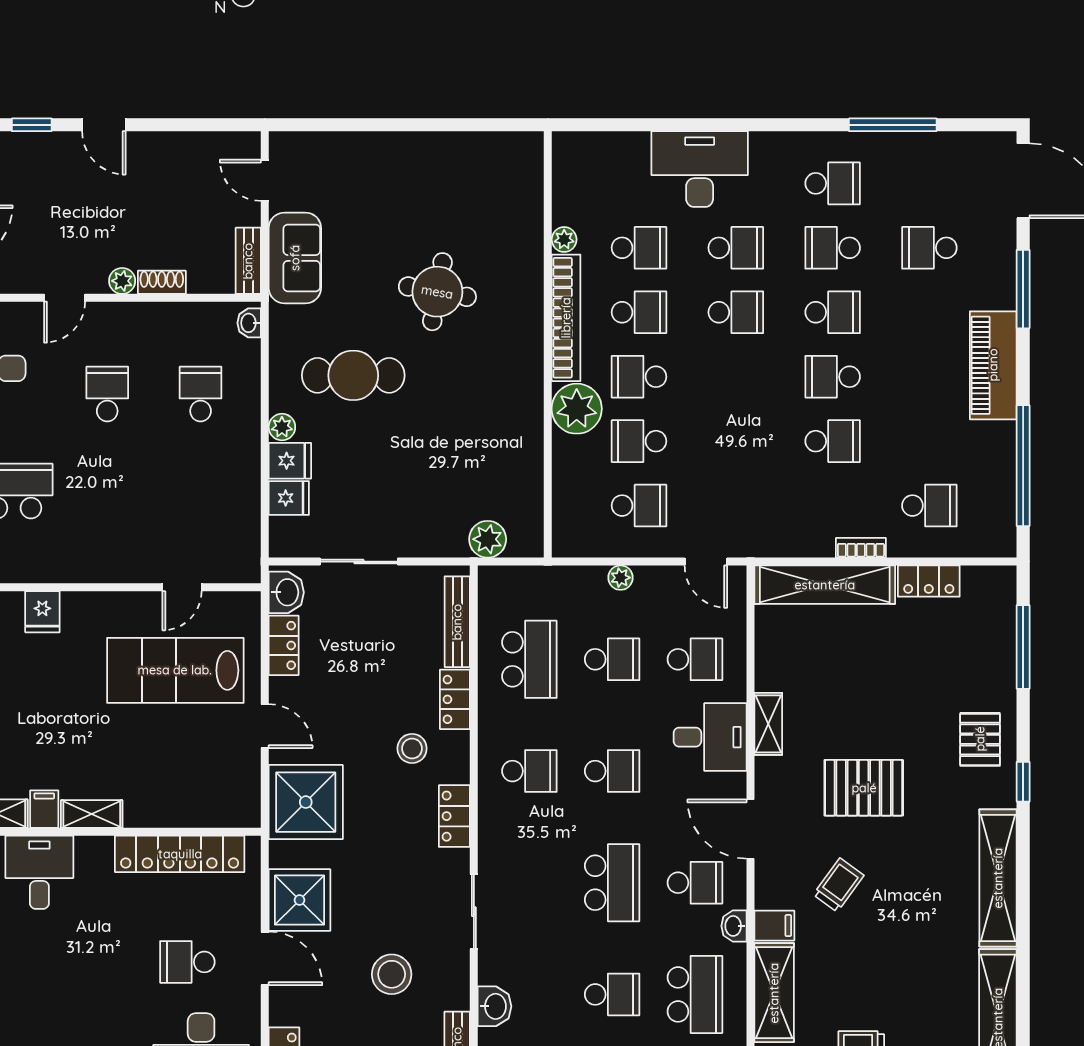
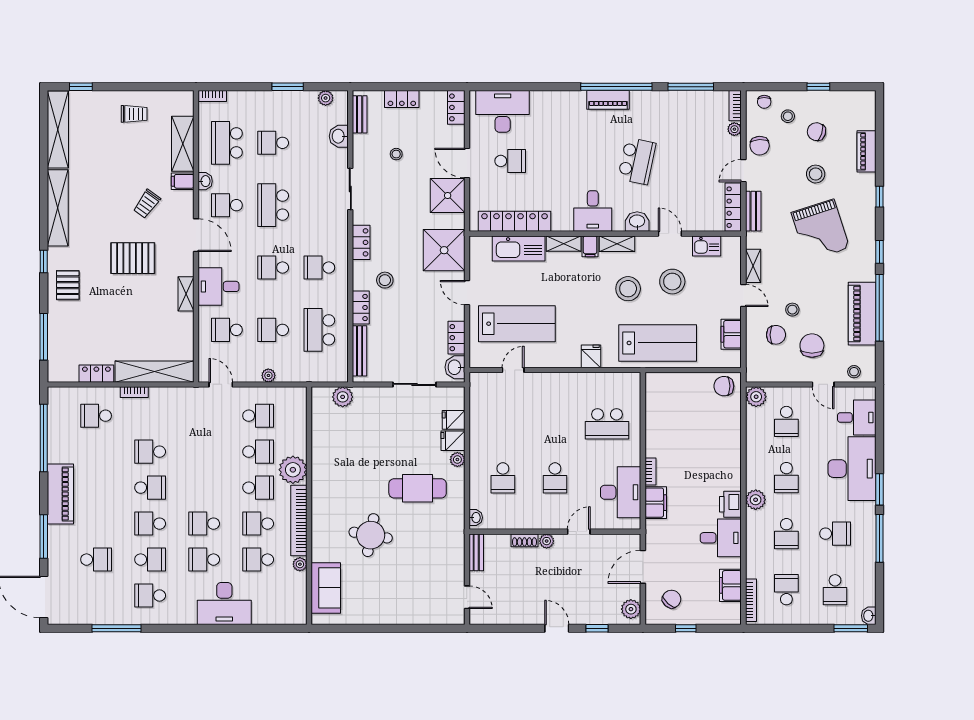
sofa: (295, 258) -> (326, 588), moved, turned 180
school desk: (639, 506) -> (258, 416), turned 180
kitchen sink: (172, 805) -> (519, 248), added
stool: (392, 974) -> (396, 154), width x0.53, depth x0.53

